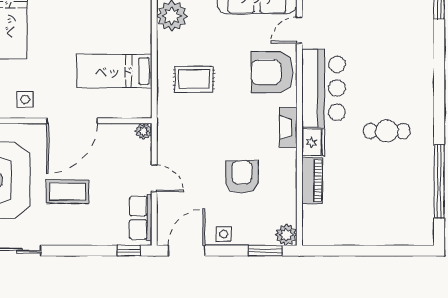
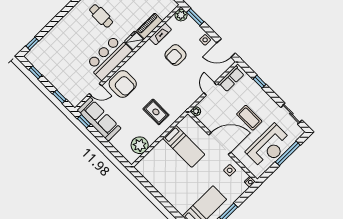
fireplace: (288, 127) -> (160, 34), moved
window: (129, 251) -> (260, 82), moved

